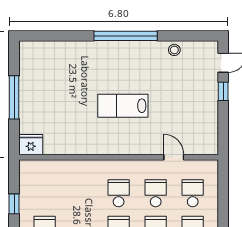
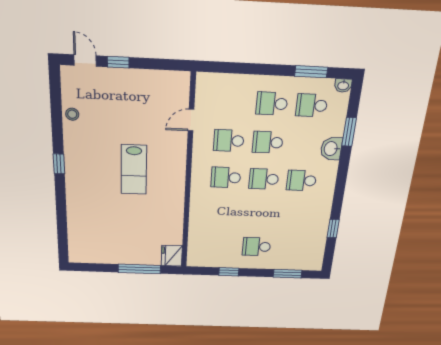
window: (126, 36) -> (59, 164), width x0.32
window: (14, 97) -> (139, 269), moved
school desk: (193, 193) -> (232, 102), removed

